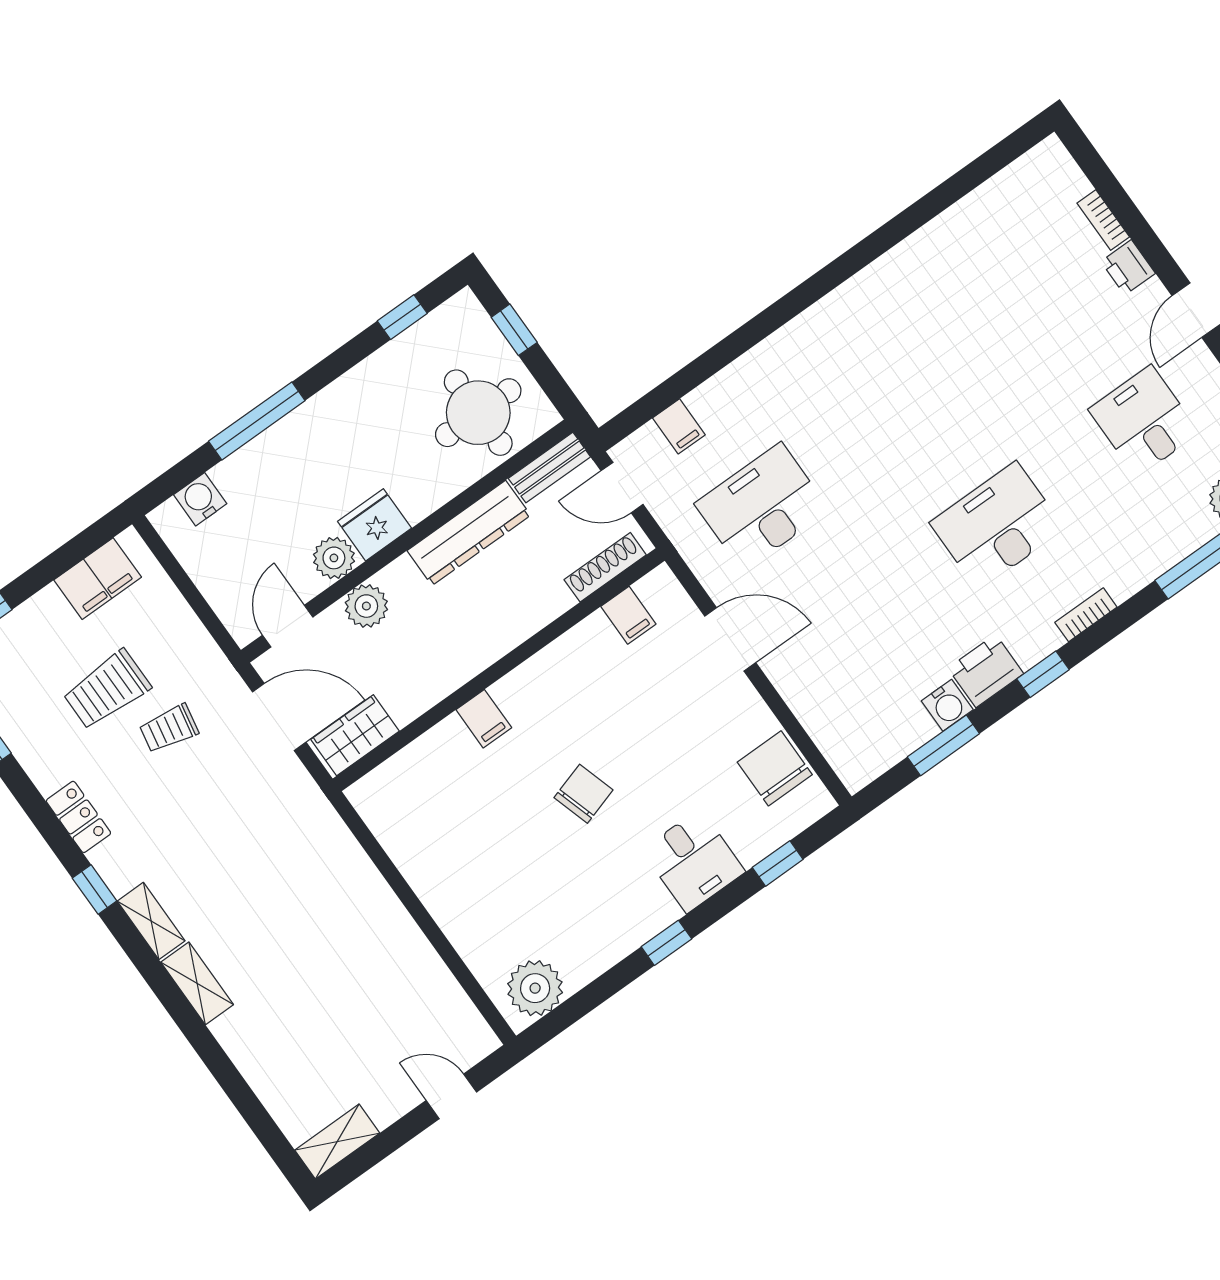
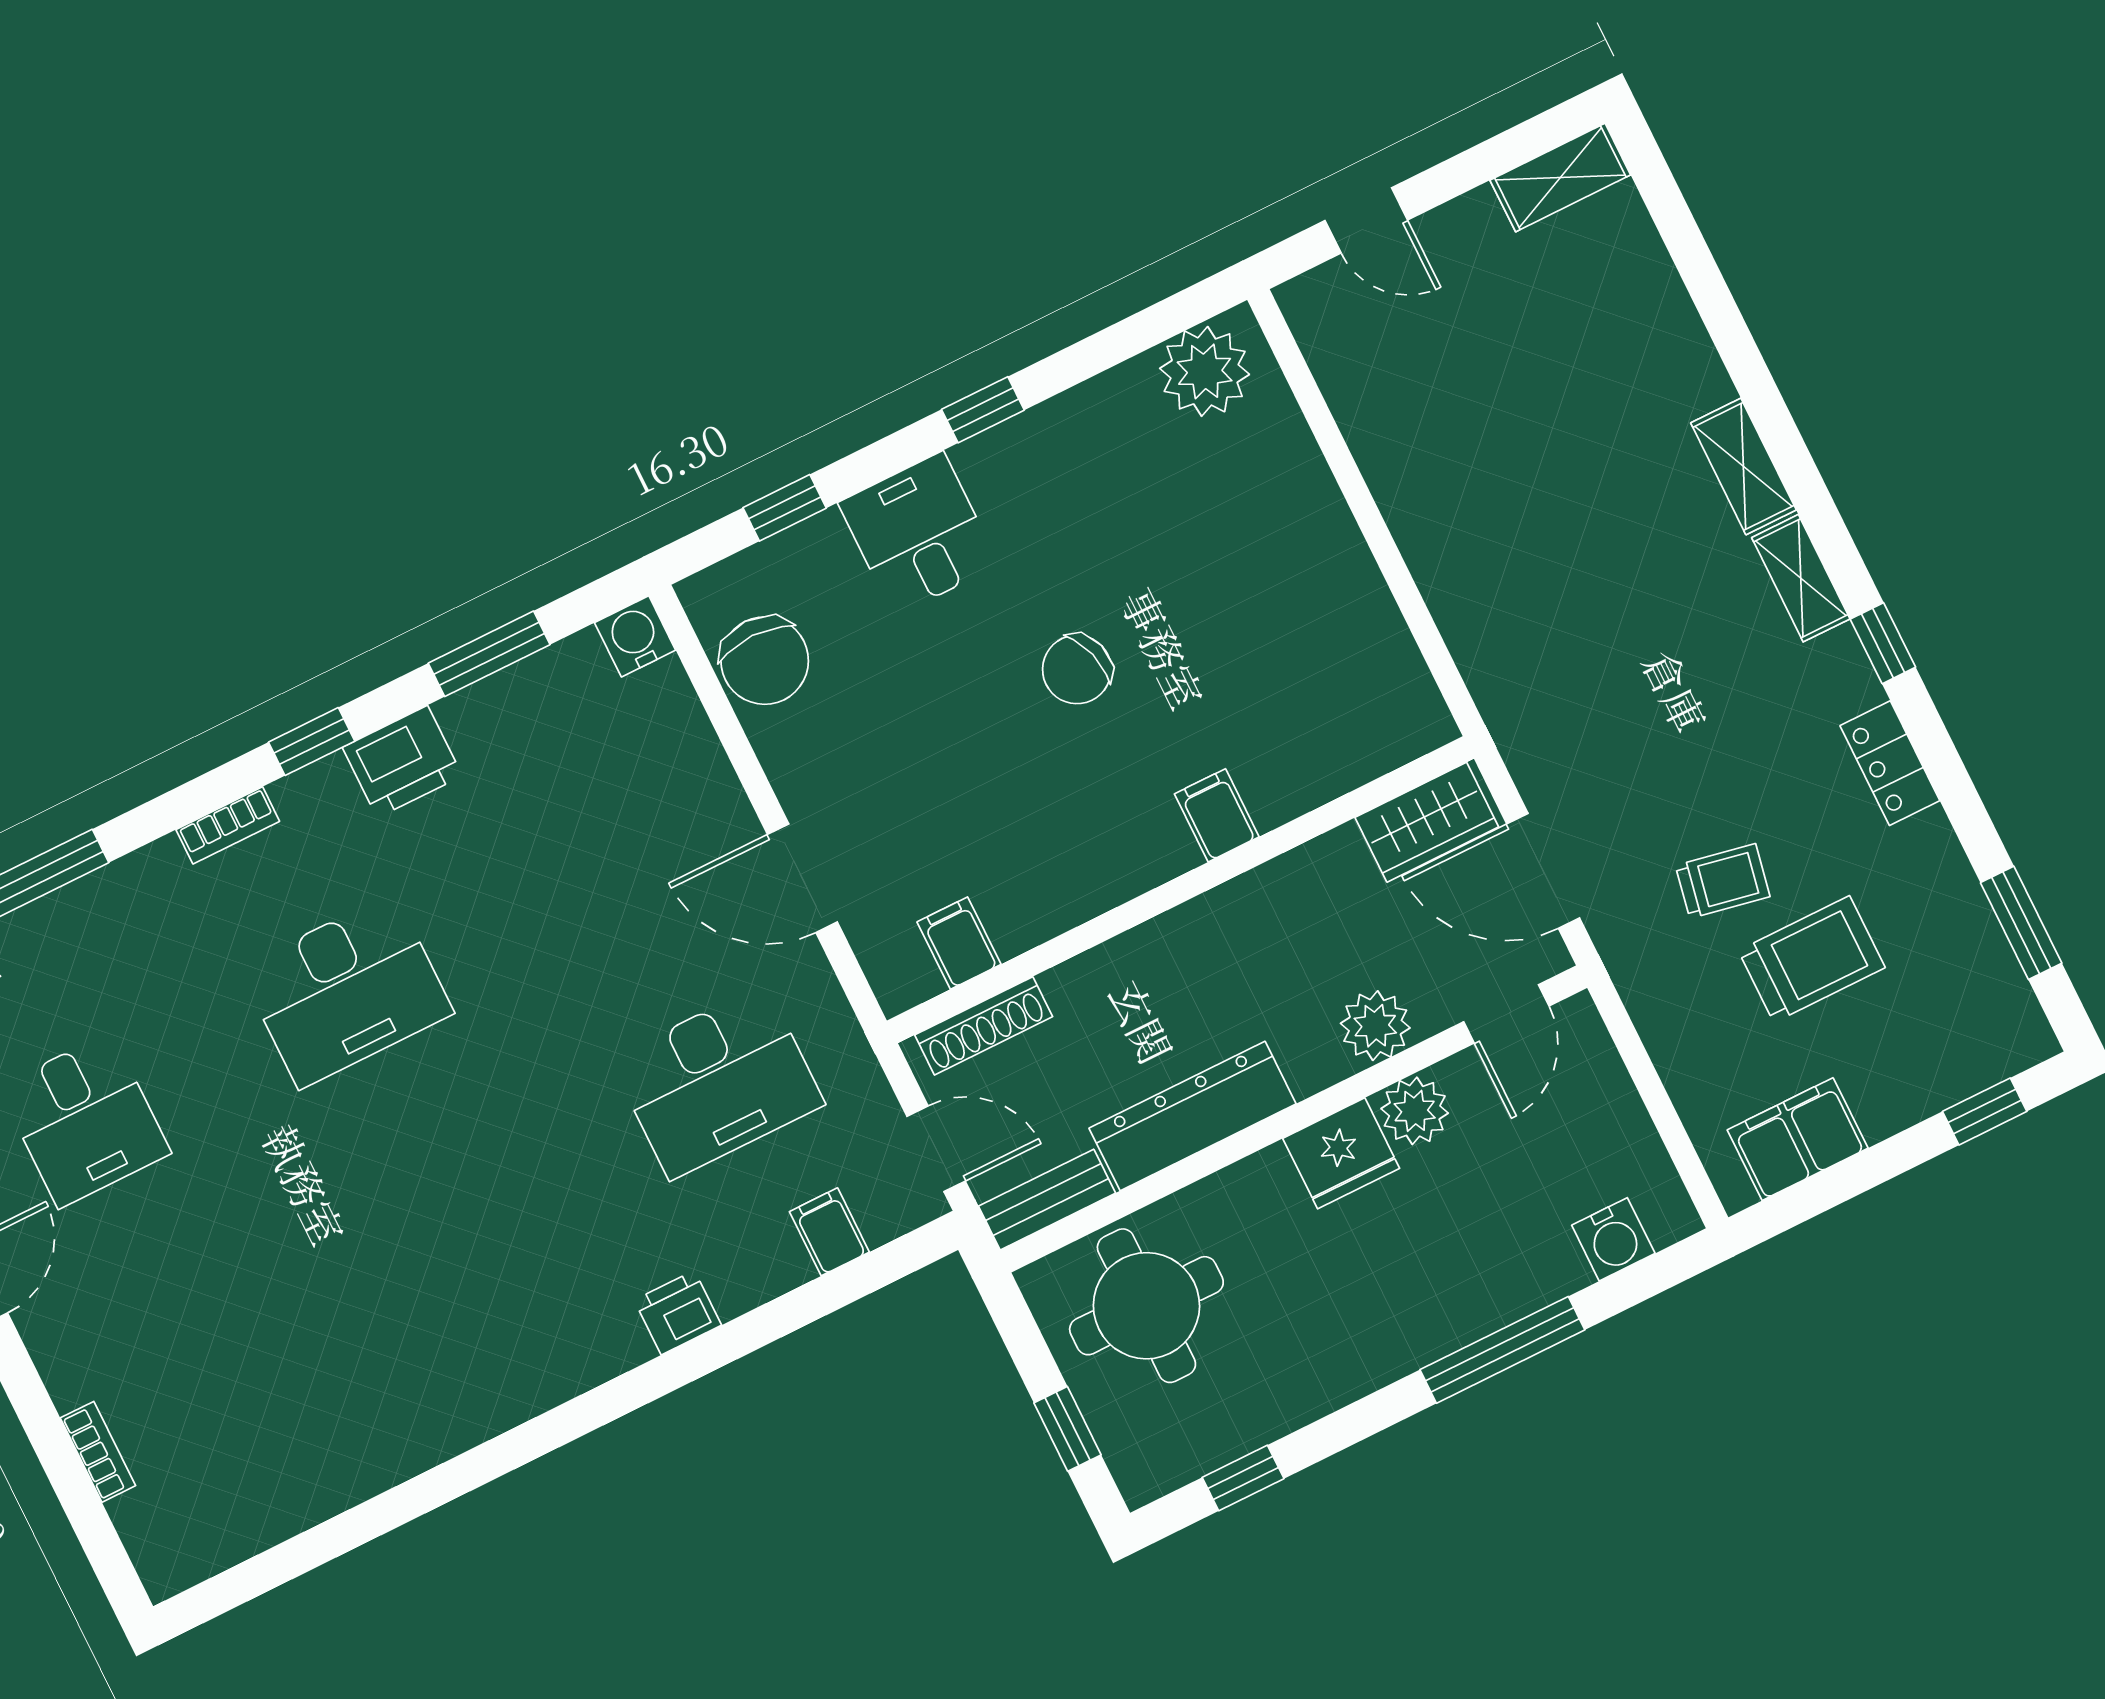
printer: (1128, 267) -> (678, 1313), moved, turned -90
water cooler: (947, 705) -> (635, 636), moved

